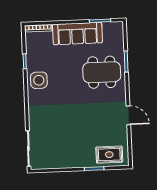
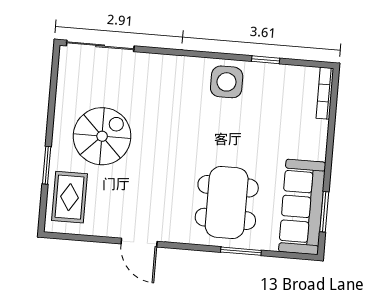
sofa: (77, 33) -> (302, 207), moved
door: (128, 115) -> (139, 243), hinge flipped
spiral stairs: (75, 142) -> (102, 136), added

